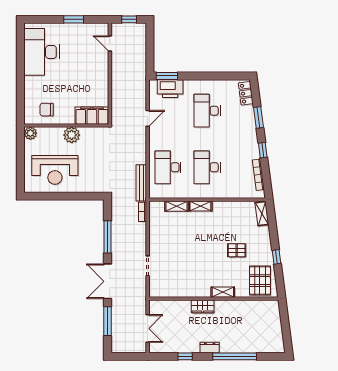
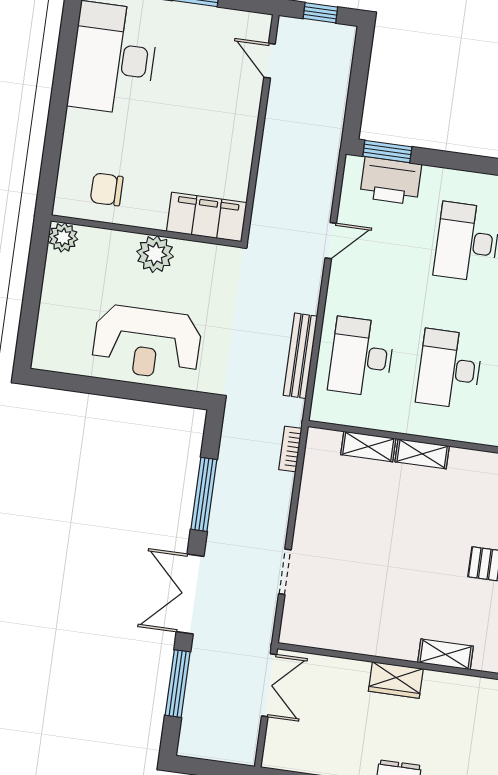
reception desk: (55, 170) -> (147, 343), moved
bench: (141, 183) -> (300, 356), moved
double door: (148, 329) -> (269, 685), moved

